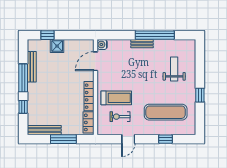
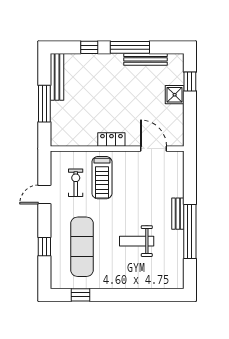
water cooler: (102, 44) -> (177, 158), removed
weight bench: (174, 69) -> (137, 241), moved, turned 180
window: (200, 95) -> (81, 295), moved
locker: (89, 96) -> (111, 140), width x0.66
locker: (88, 122) -> (68, 139), removed
door: (128, 139) -> (44, 194), hinge flipped

